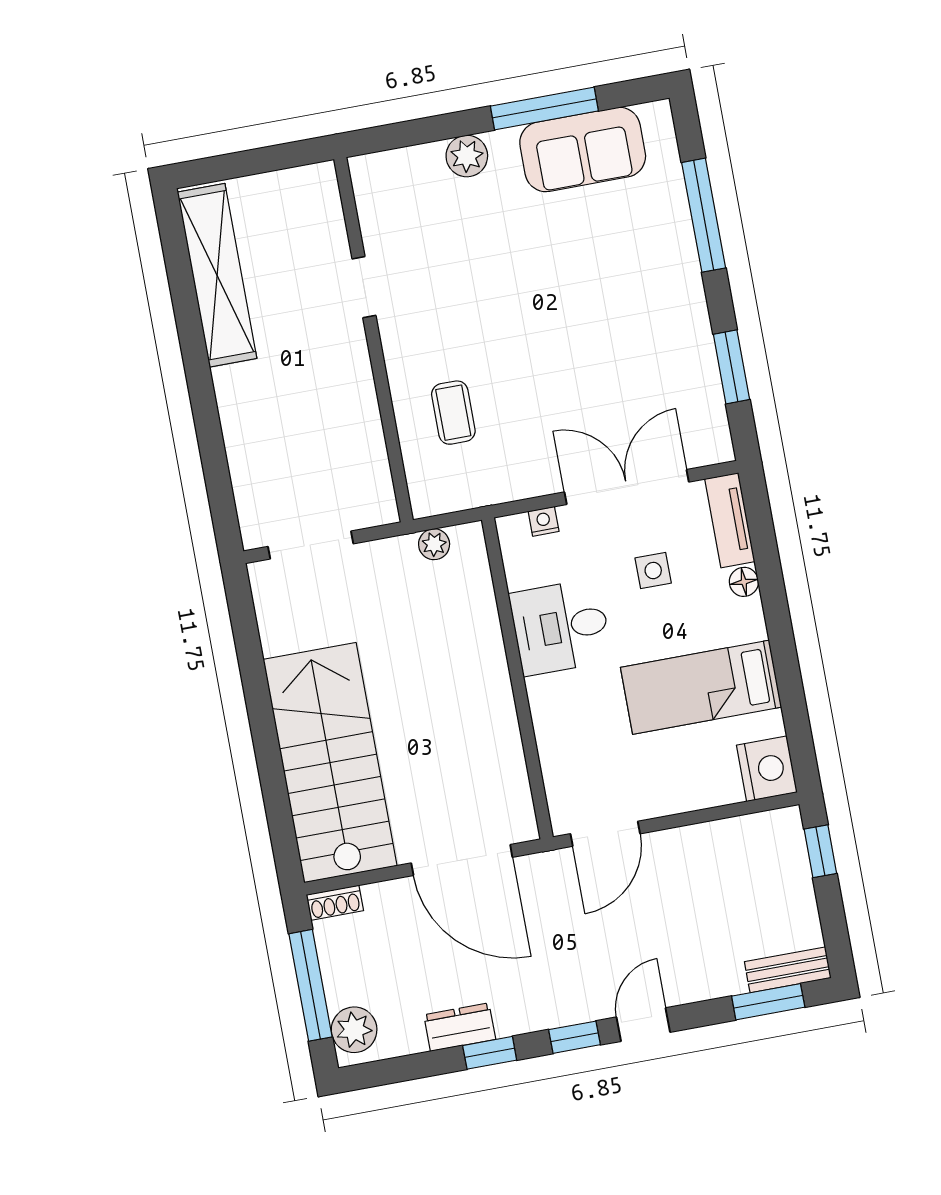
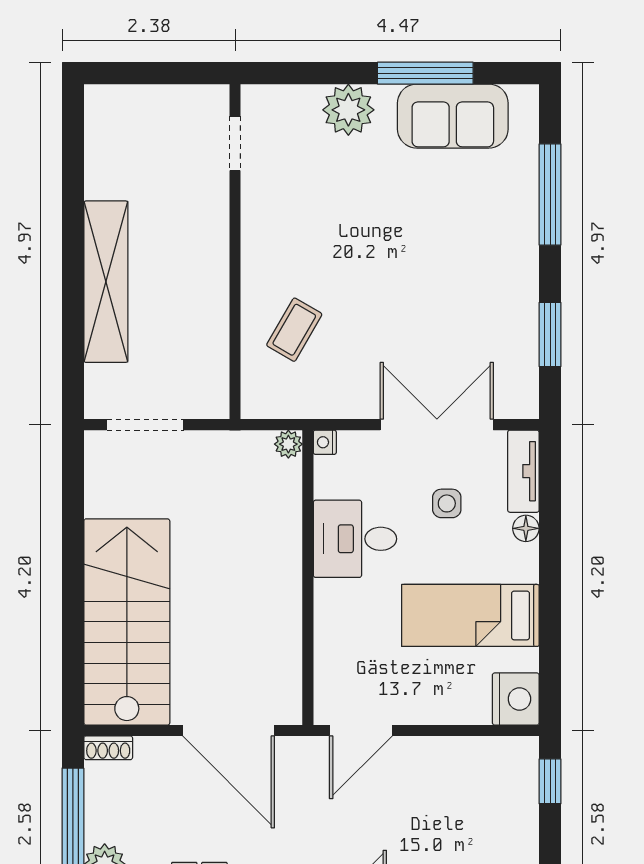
plant: (467, 156) -> (348, 110), width x1.36, depth x1.36
shelving: (217, 275) -> (106, 282), moved
doorway: (364, 287) -> (235, 143), moved
coffee table: (453, 413) -> (294, 330), turned 30
nightstand: (544, 521) -> (325, 442), moved, turned -90
plant: (434, 544) -> (288, 444), moved

